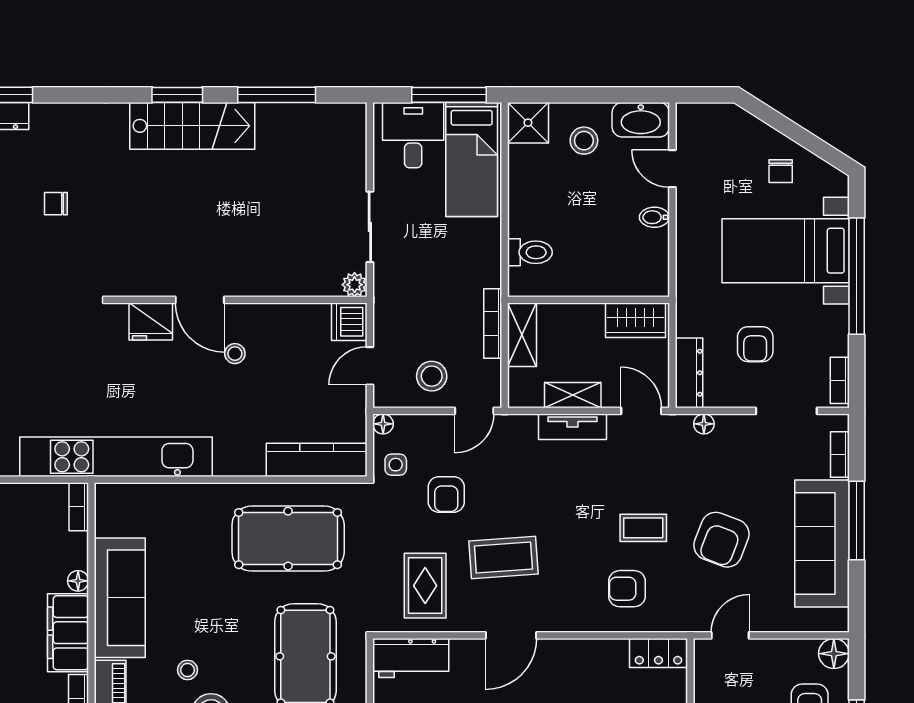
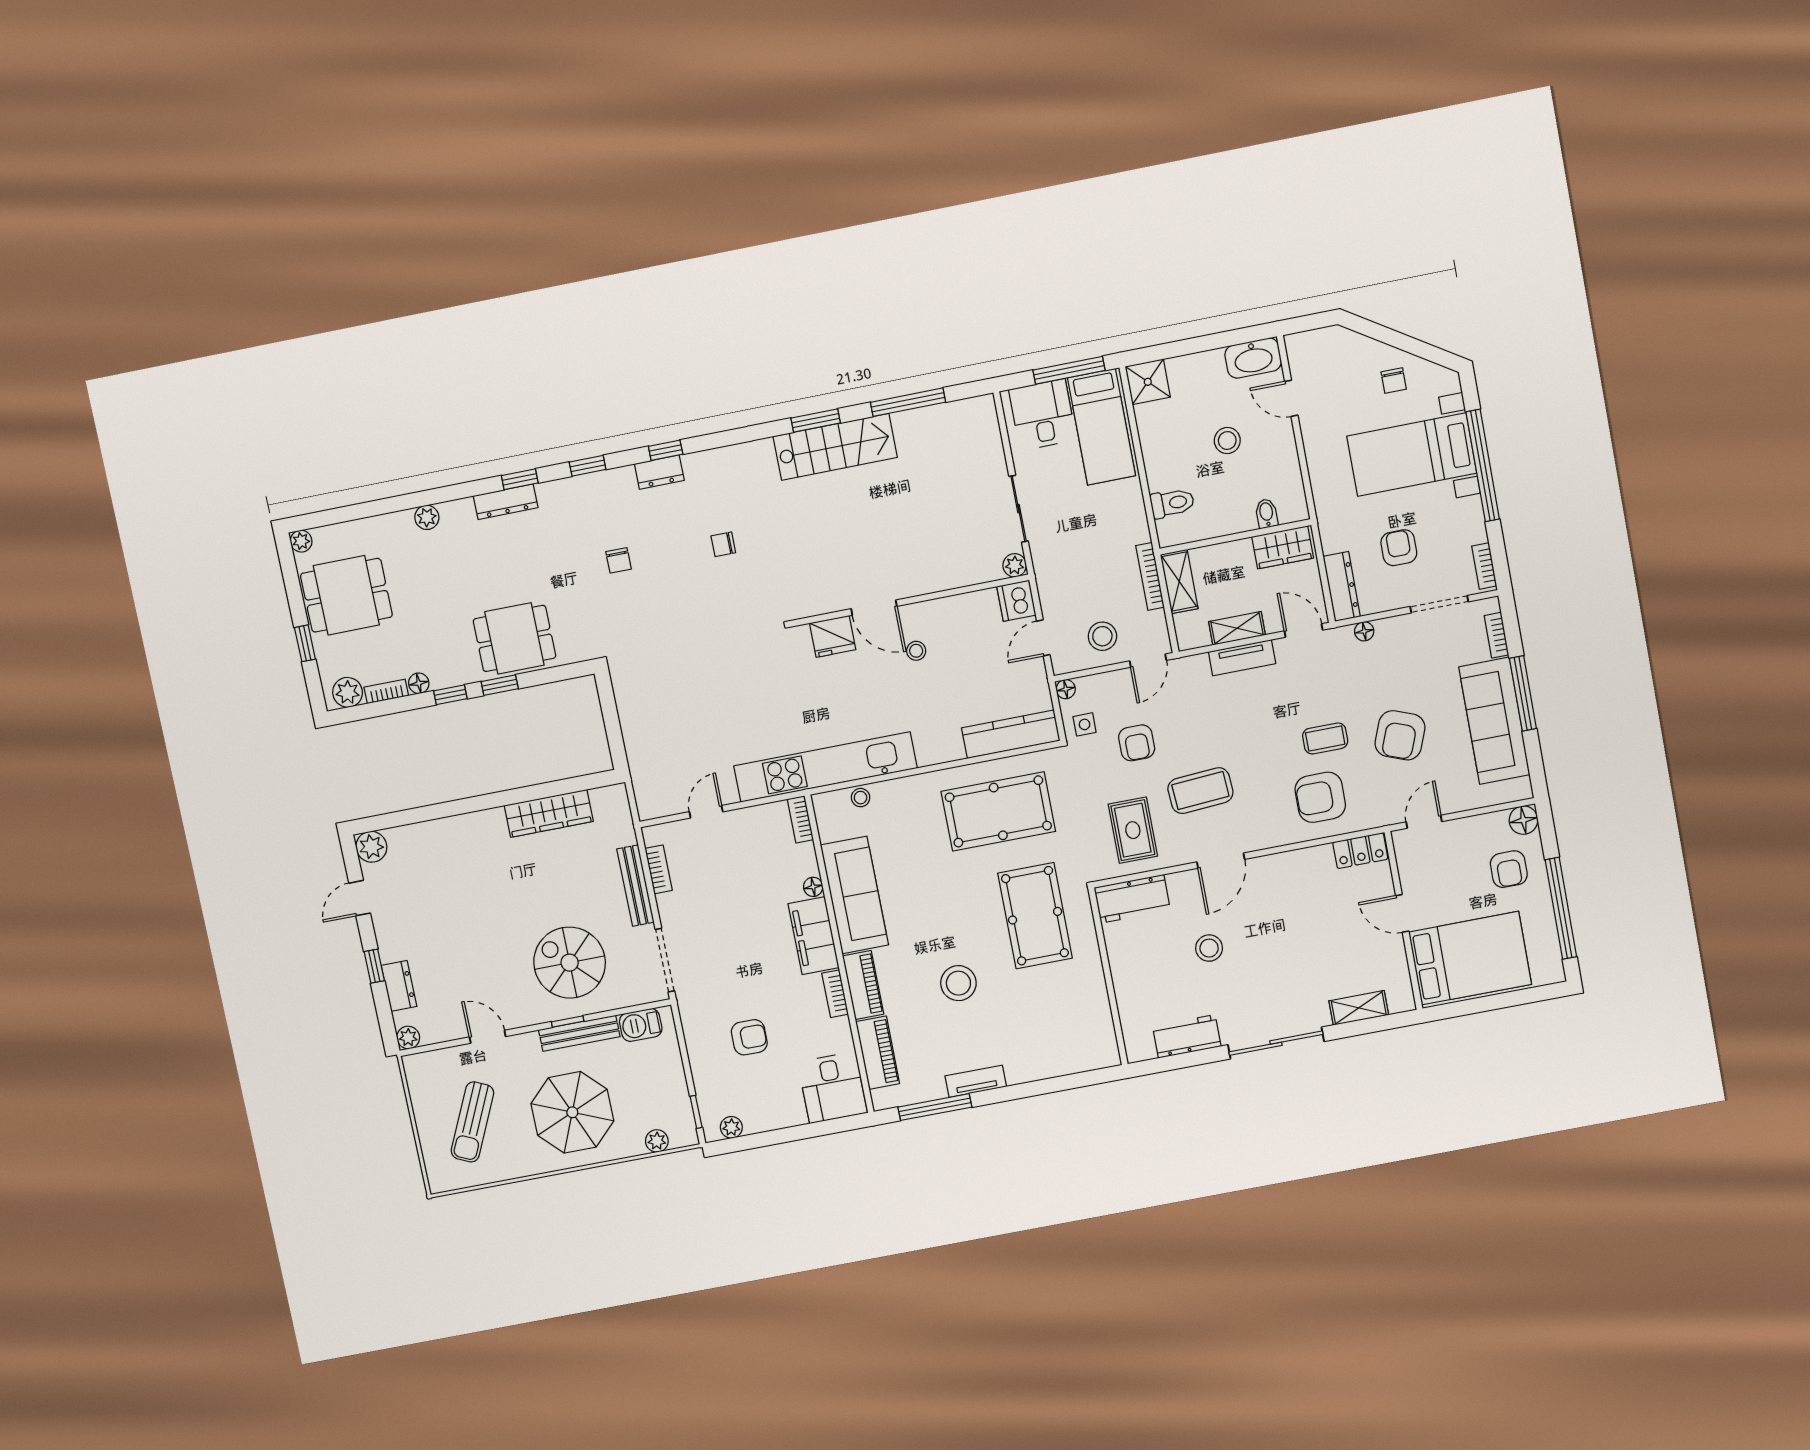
stool: (584, 141) -> (1227, 440), moved
bidet: (654, 217) -> (1267, 513), moved, turned 90
armchair: (755, 344) -> (1399, 548), turned 180
armchair: (627, 589) -> (1320, 797), width x1.38, depth x1.38
stool: (188, 670) -> (861, 798), moved

